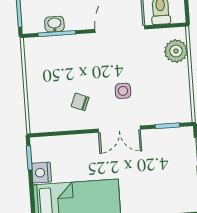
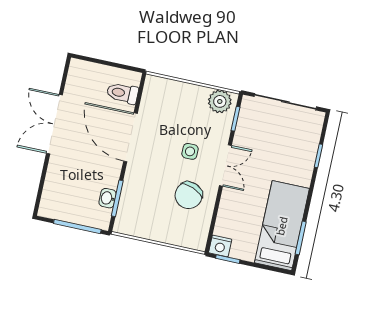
plant: (176, 51) -> (220, 101), moved
chair: (80, 102) -> (189, 195), width x1.87, depth x1.87
nightstand: (41, 173) -> (220, 246), moved

